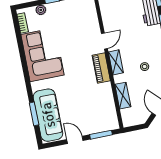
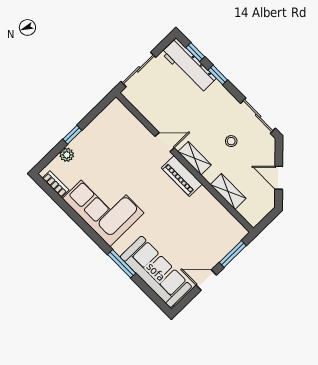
door: (104, 41) -> (165, 142), hinge flipped
window: (34, 114) -> (122, 264), moved

